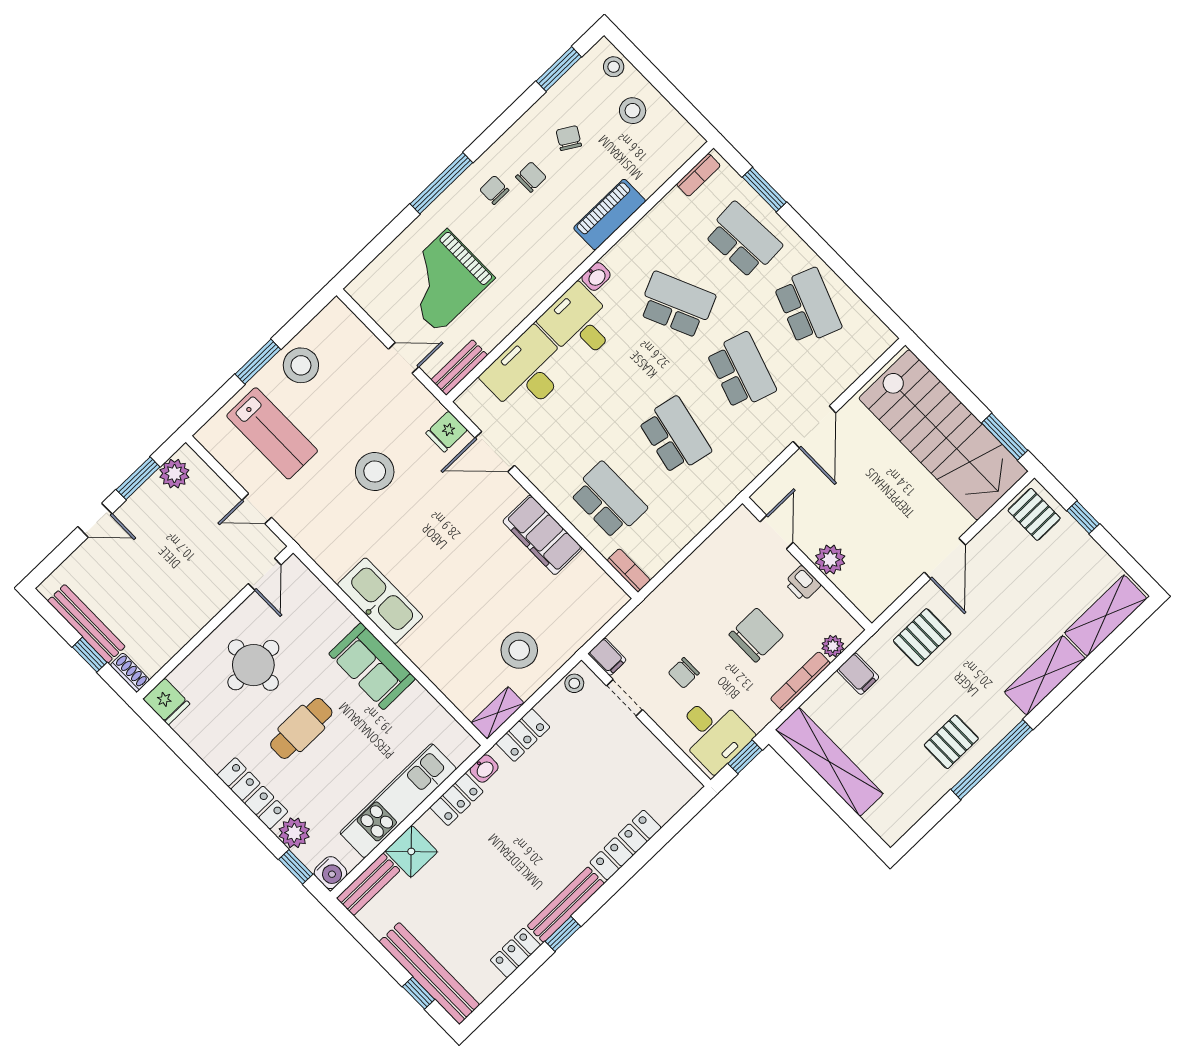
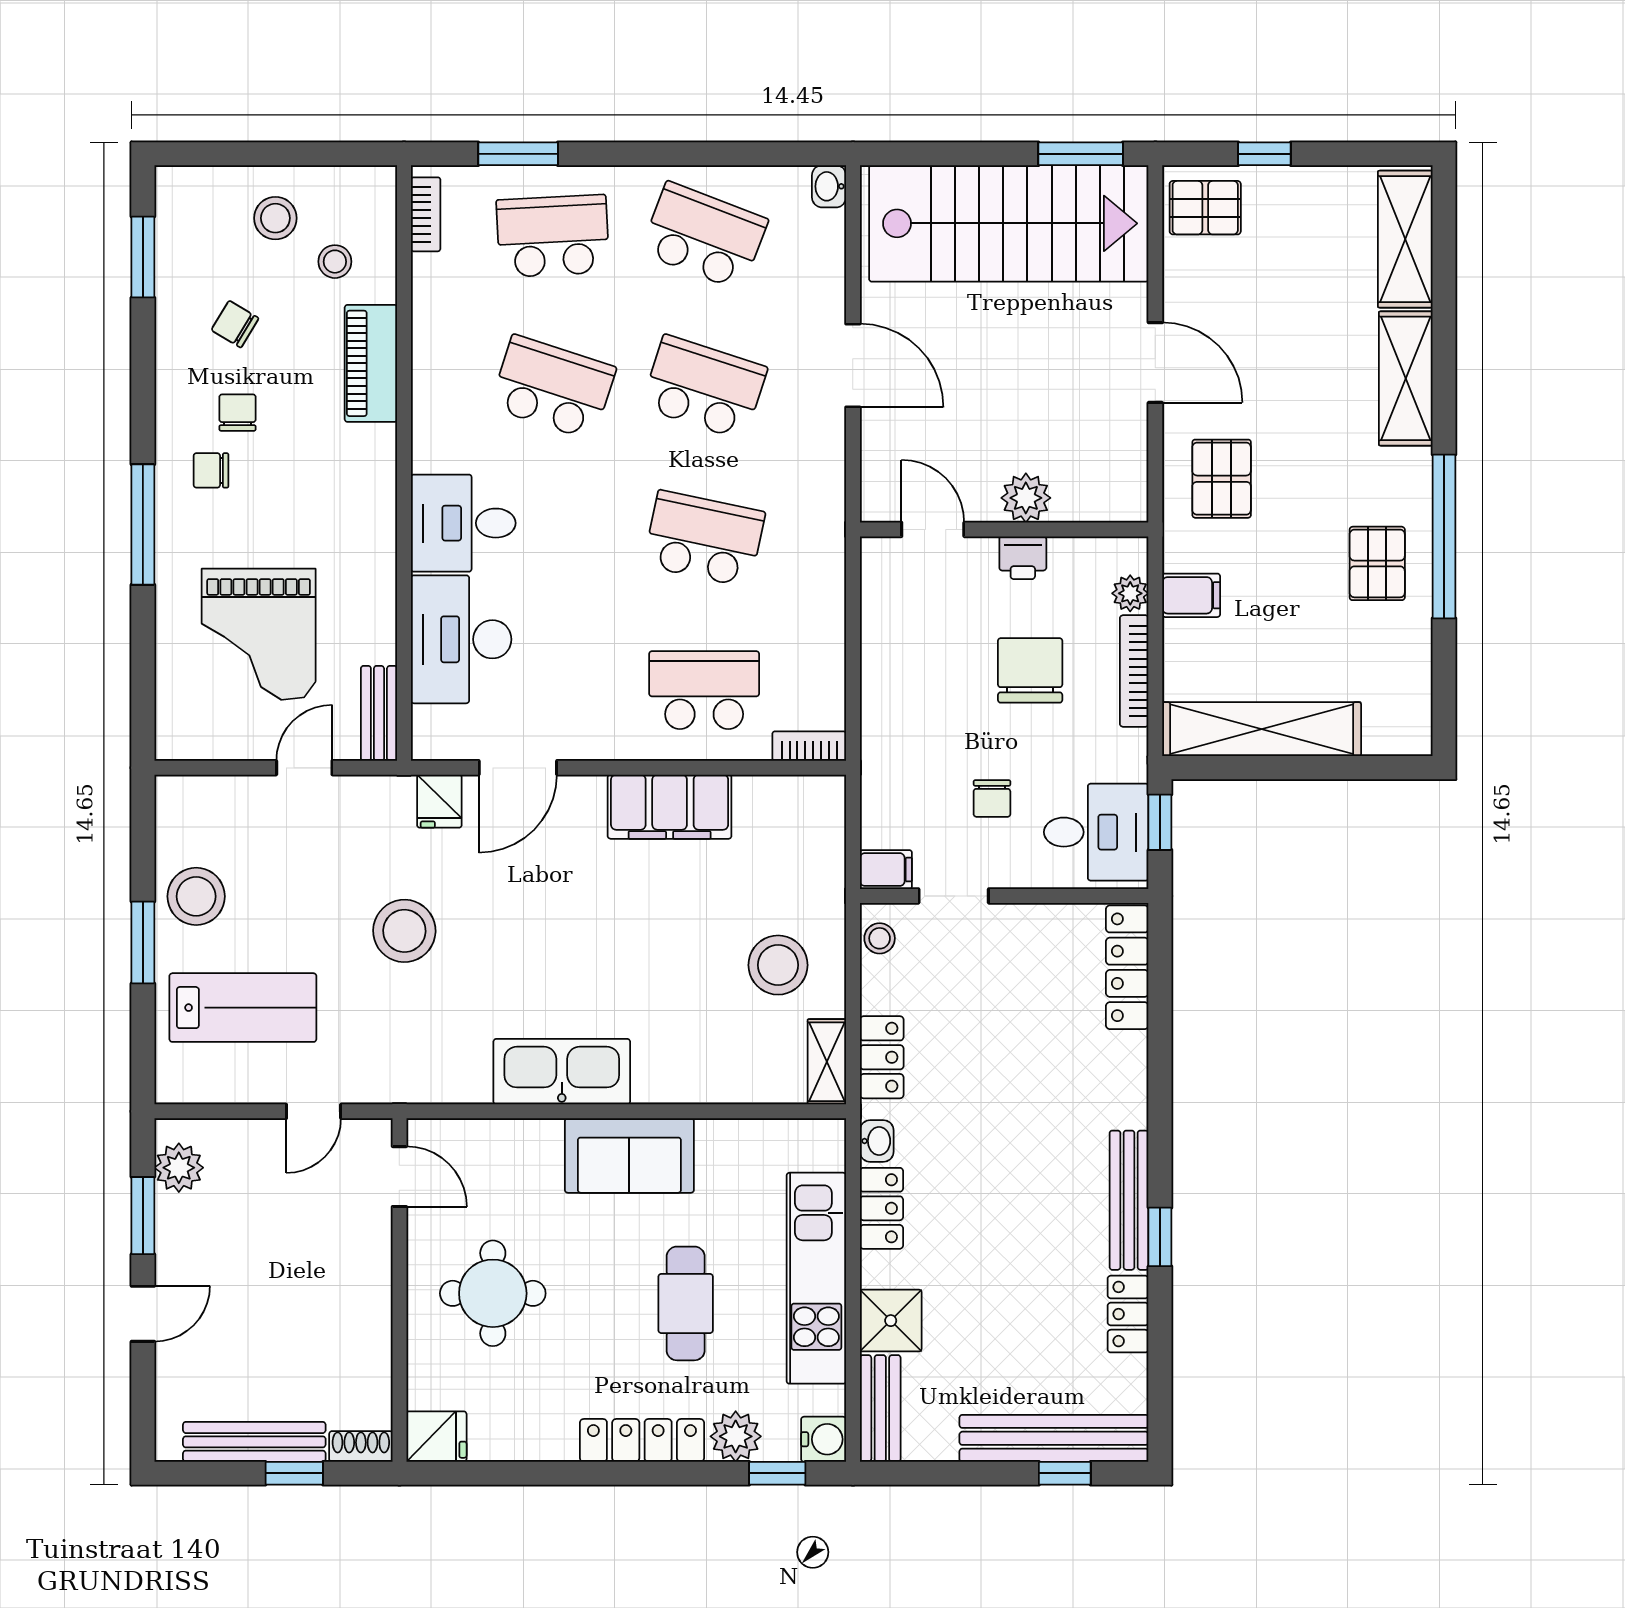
stool: (614, 67) -> (335, 262), moved
washbasin: (596, 276) -> (829, 186), moved, turned 180
school desk: (677, 305) -> (553, 387), turned 42
cafe table: (301, 728) -> (686, 1303), moved
locker: (626, 845) -> (1127, 967), moved

